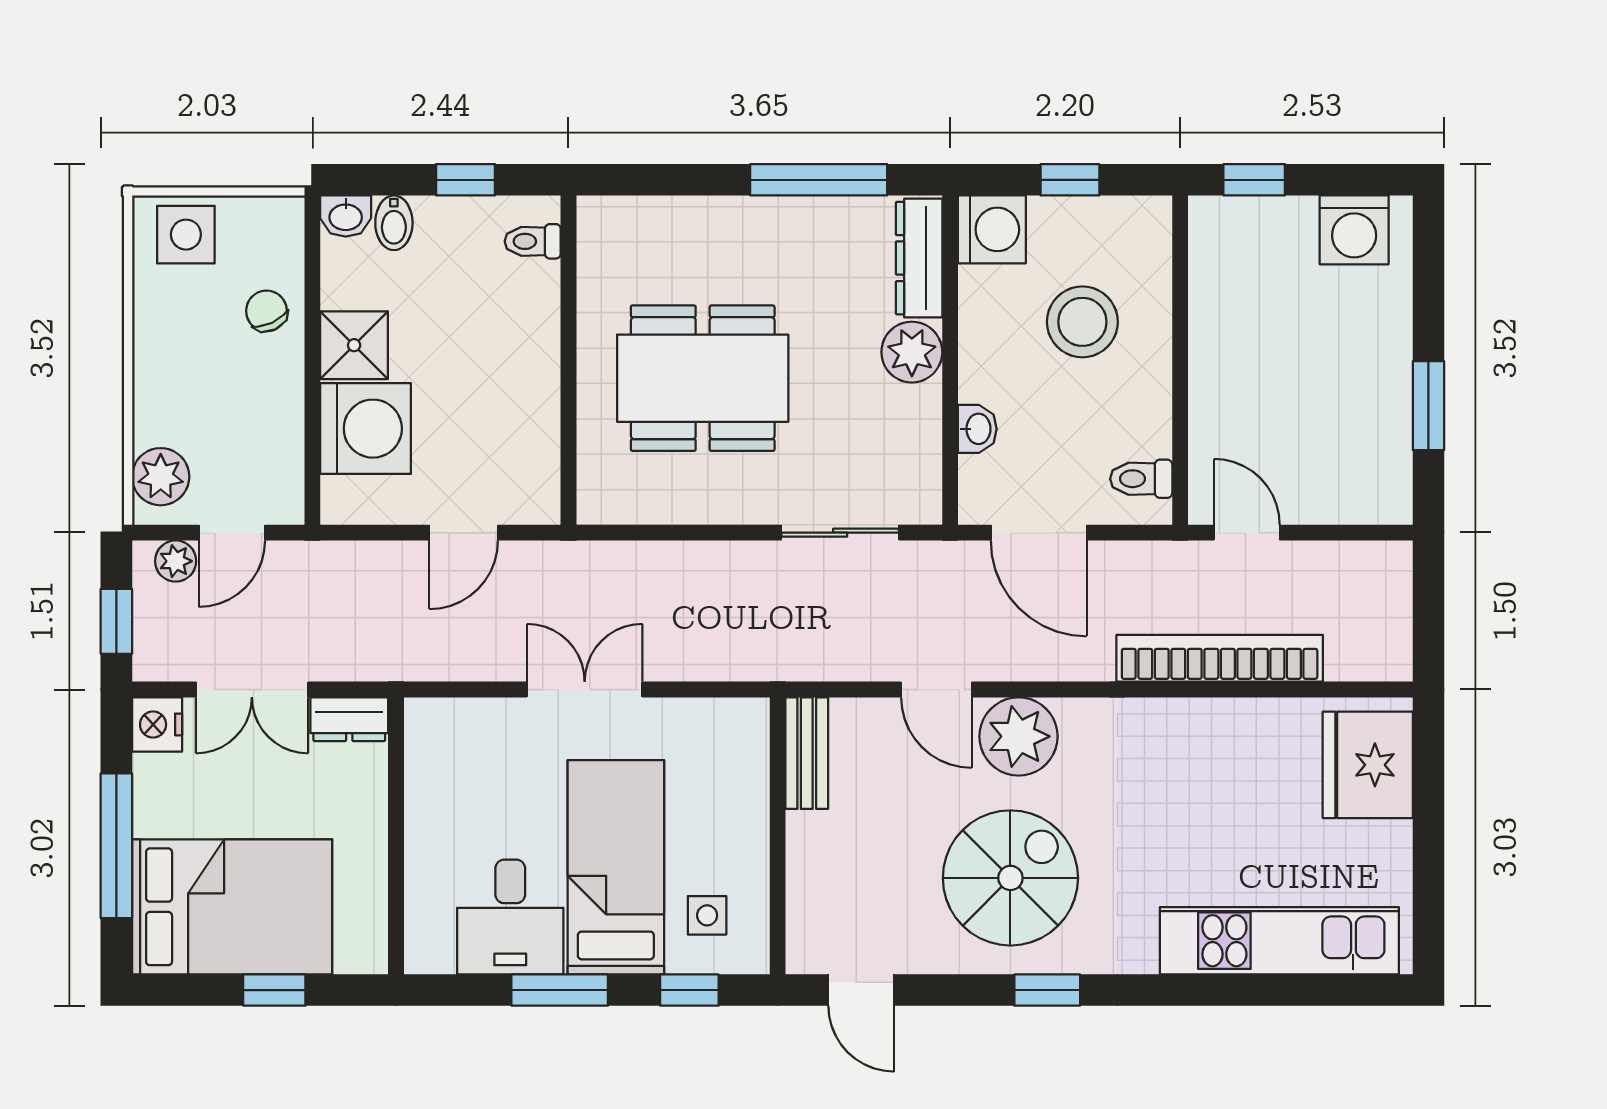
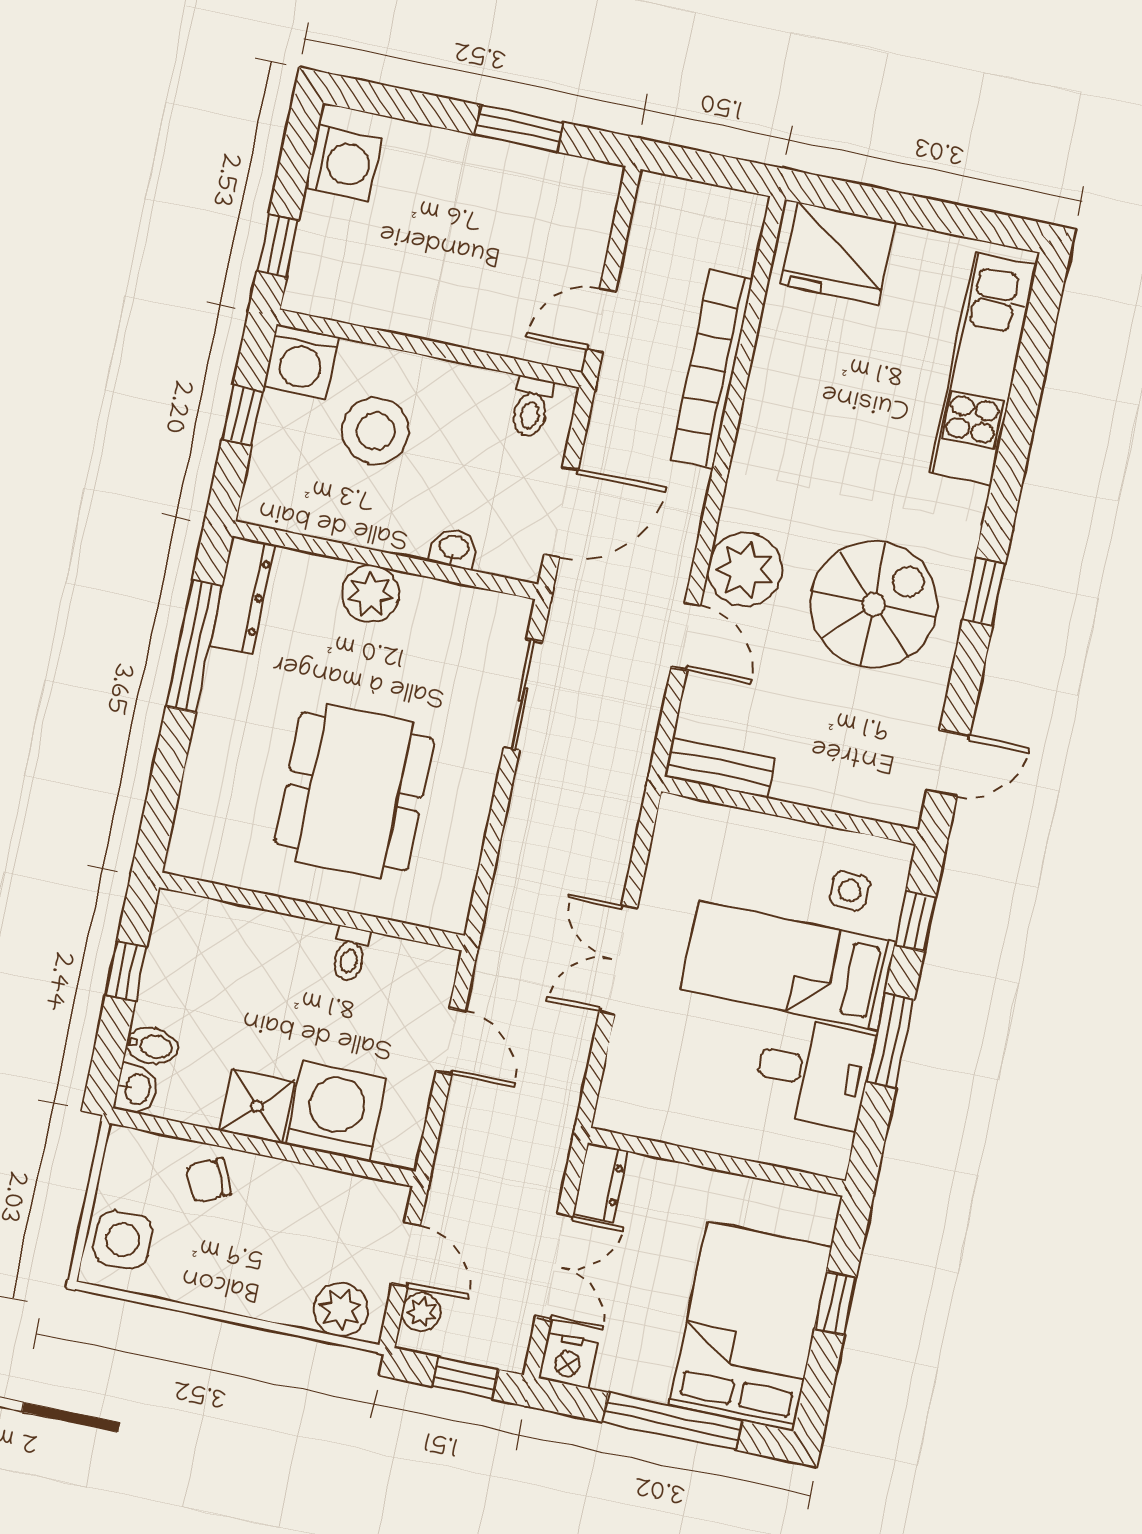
washing machine: (992, 229) -> (301, 362), moved, turned 180
toilet: (533, 241) -> (350, 954), moved
dresser: (919, 258) -> (242, 595), moved, turned -90
door: (936, 689) -> (686, 636), hinge flipped
spiral stairs: (1010, 878) -> (874, 604), turned 90

